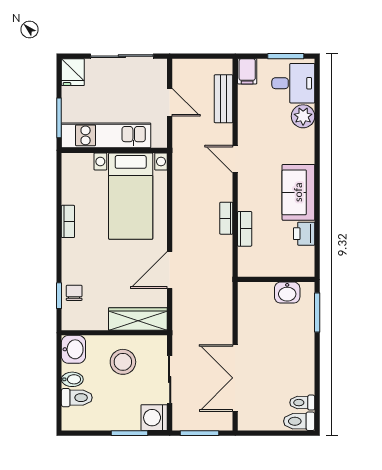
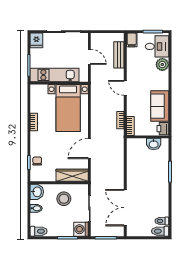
wall: (276, 279) -> (148, 137), moved
washbasin: (287, 293) -> (154, 144), moved
toilet: (77, 398) -> (39, 231), moved

